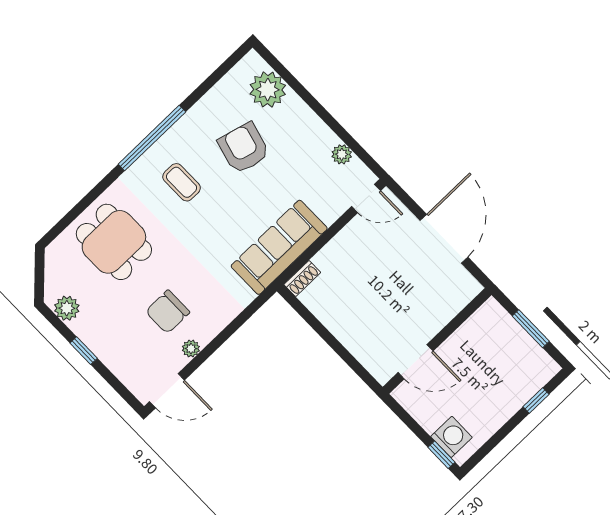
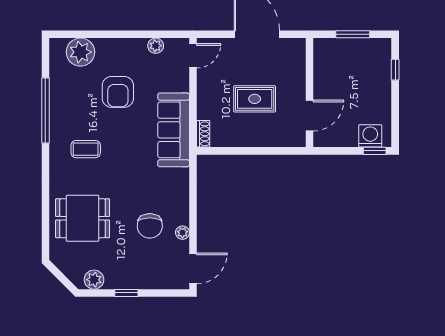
window: (152, 138) -> (45, 111), moved
armchair: (244, 148) -> (118, 92), moved, turned -105
rug: (382, 295) -> (255, 99), added

